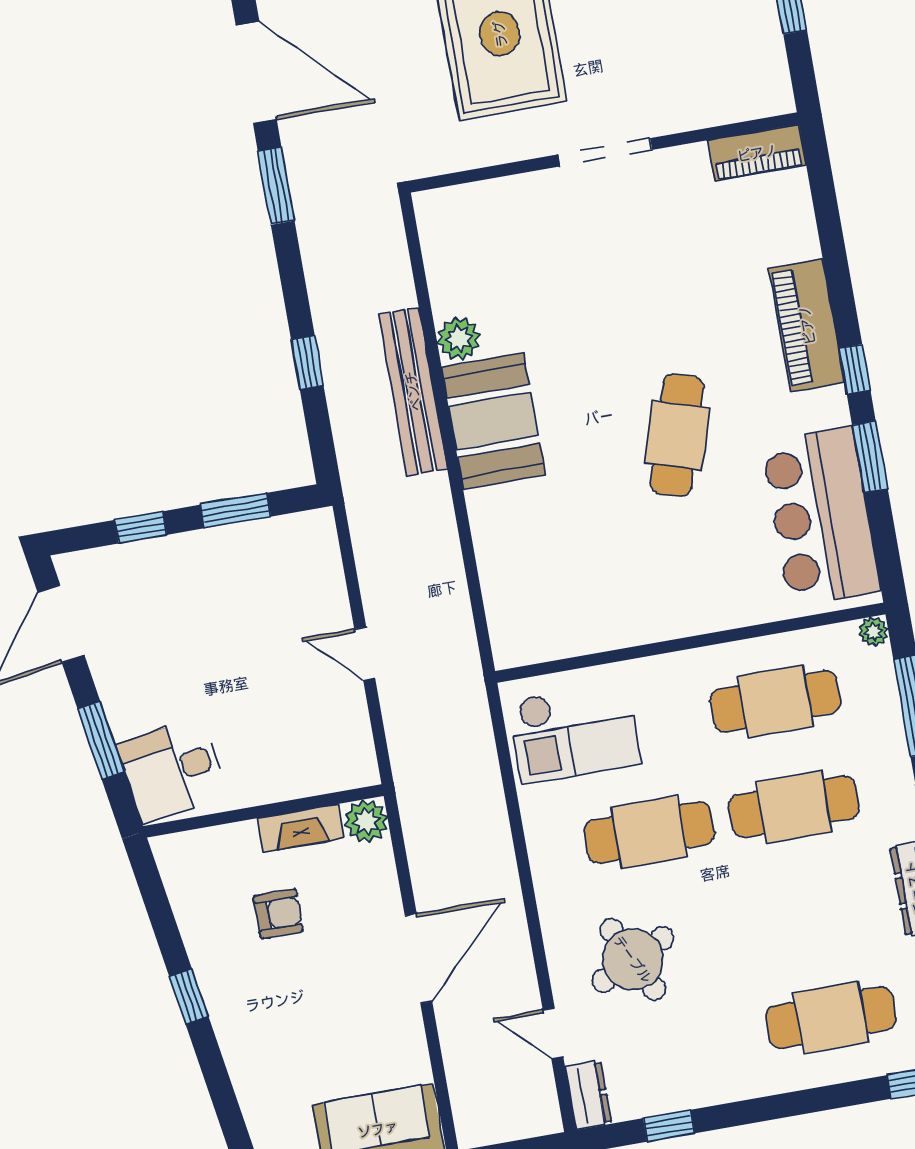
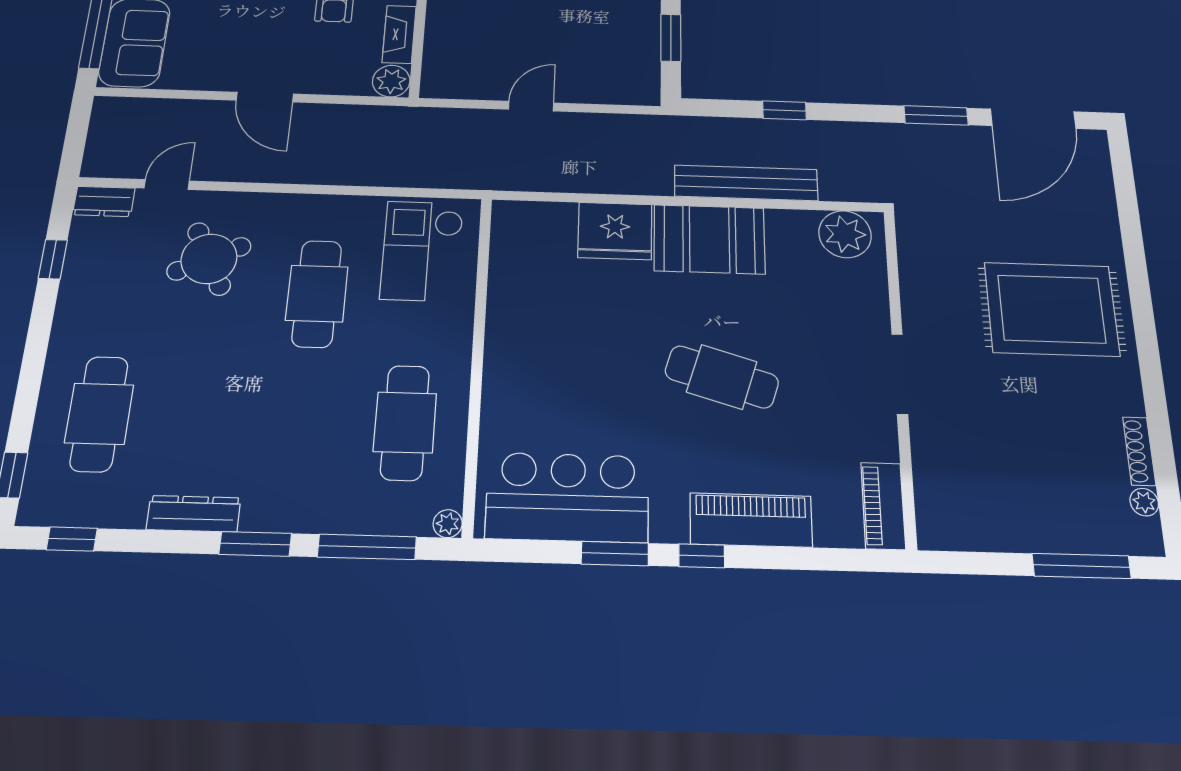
wall: (604, 152) -> (900, 373), moved
doorway: (605, 152) -> (900, 374), moved
piano: (757, 153) -> (883, 506), moved
plant: (459, 339) -> (845, 234), moved, width x1.36, depth x1.36
cafe table: (677, 435) -> (722, 377), moved
fridge: (505, 527) -> (615, 231), added
cafe table: (794, 807) -> (303, 420), removed
door: (418, 959) -> (265, 97), width x0.73

